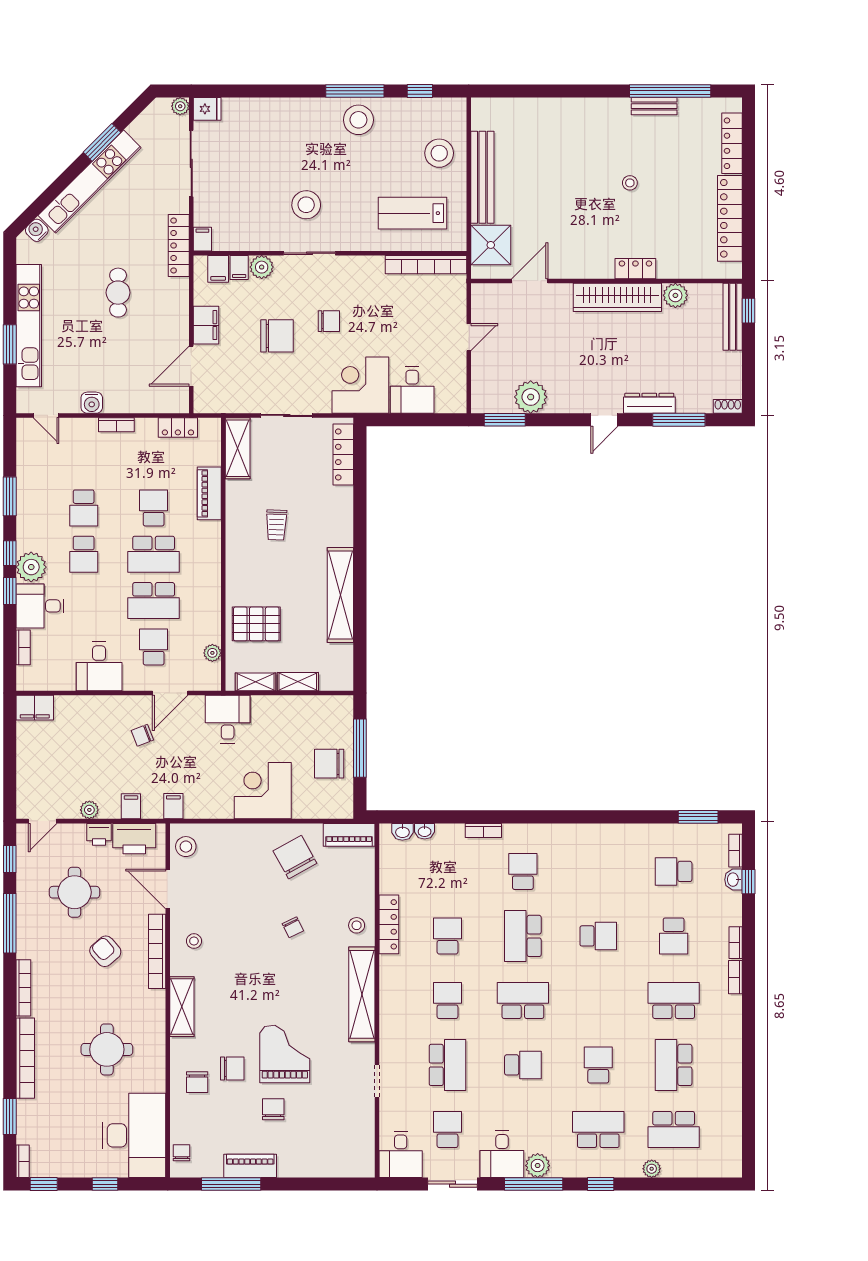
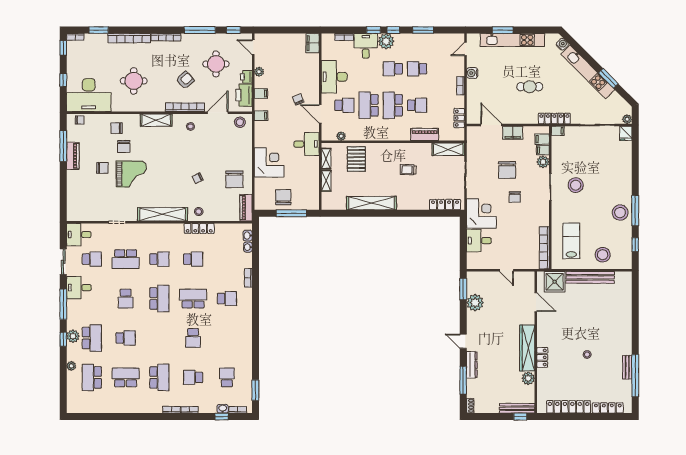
desk: (99, 666) -> (334, 77), width x1.37
chair: (295, 857) -> (234, 179), turned 119
plant: (538, 1166) -> (73, 336), moved

